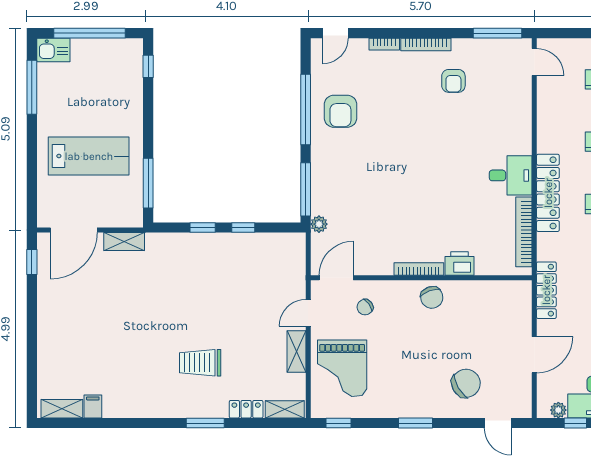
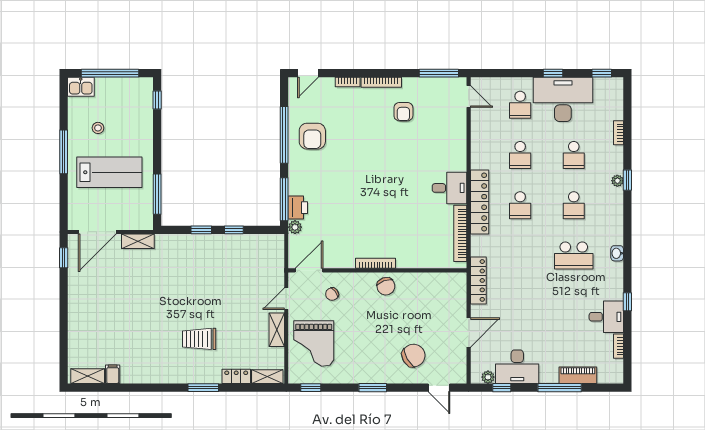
window: (32, 87) -> (64, 152), moved
stool: (75, 101) -> (98, 128), added
printer: (460, 263) -> (298, 208), moved, turned 90

